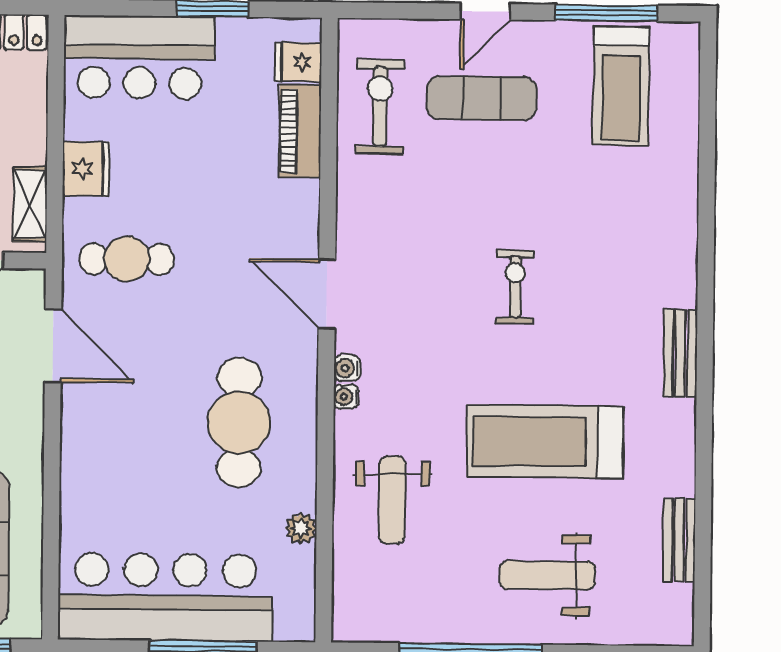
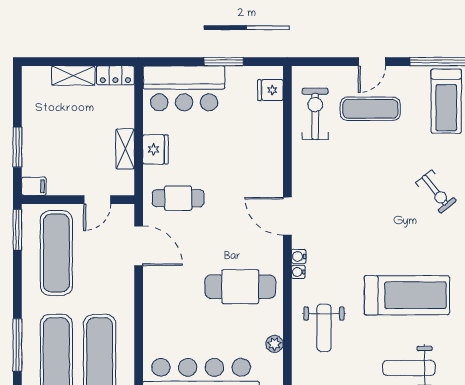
piano: (300, 131) -> (272, 128), removed
shelving: (30, 204) -> (125, 149), moved
exercise bike: (515, 287) -> (436, 192), moved, turned 141
cafe table: (239, 423) -> (240, 287), turned 90
treadmill: (545, 441) -> (407, 295), turned 180

